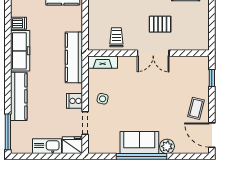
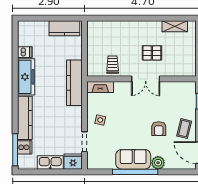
cooker: (74, 101) -> (25, 147), moved, turned 180
armchair: (168, 108) -> (159, 129), added

